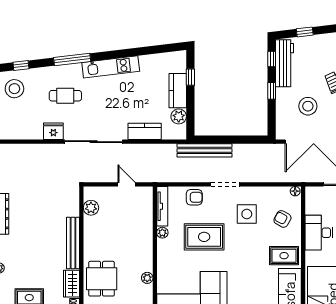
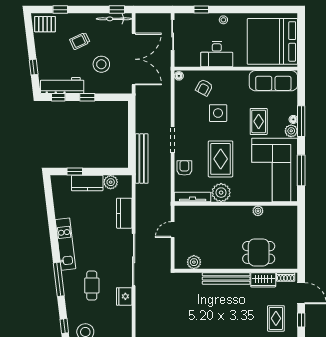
side table: (247, 214) -> (218, 113), moved
plant: (162, 233) -> (221, 193), width x1.87, depth x1.87
rug: (284, 256) -> (259, 121), moved

